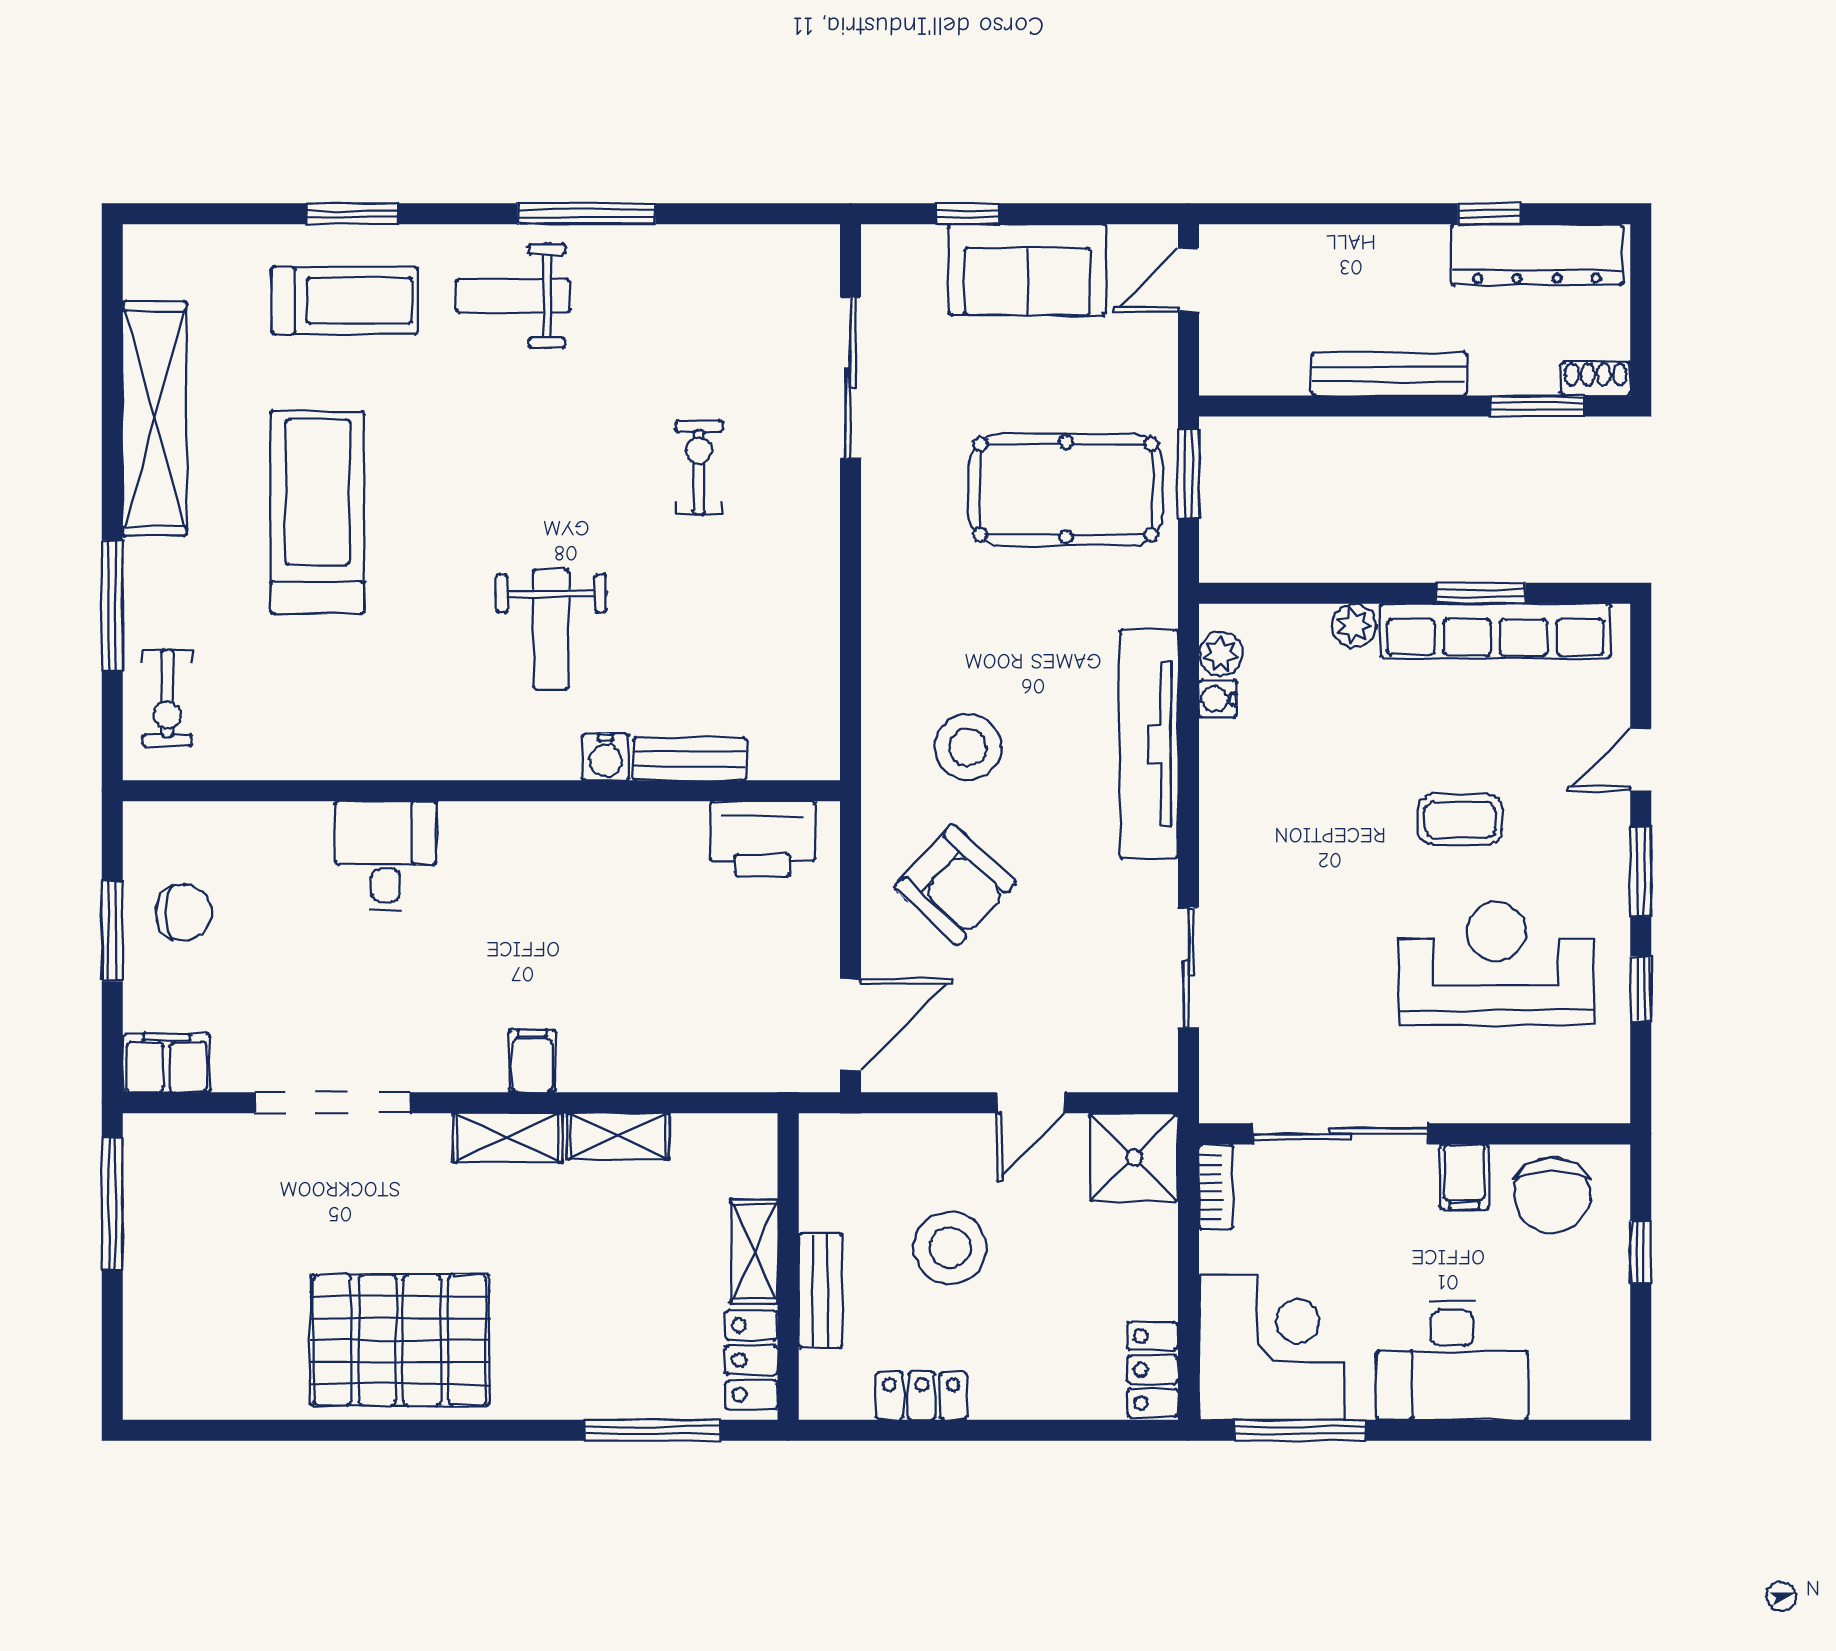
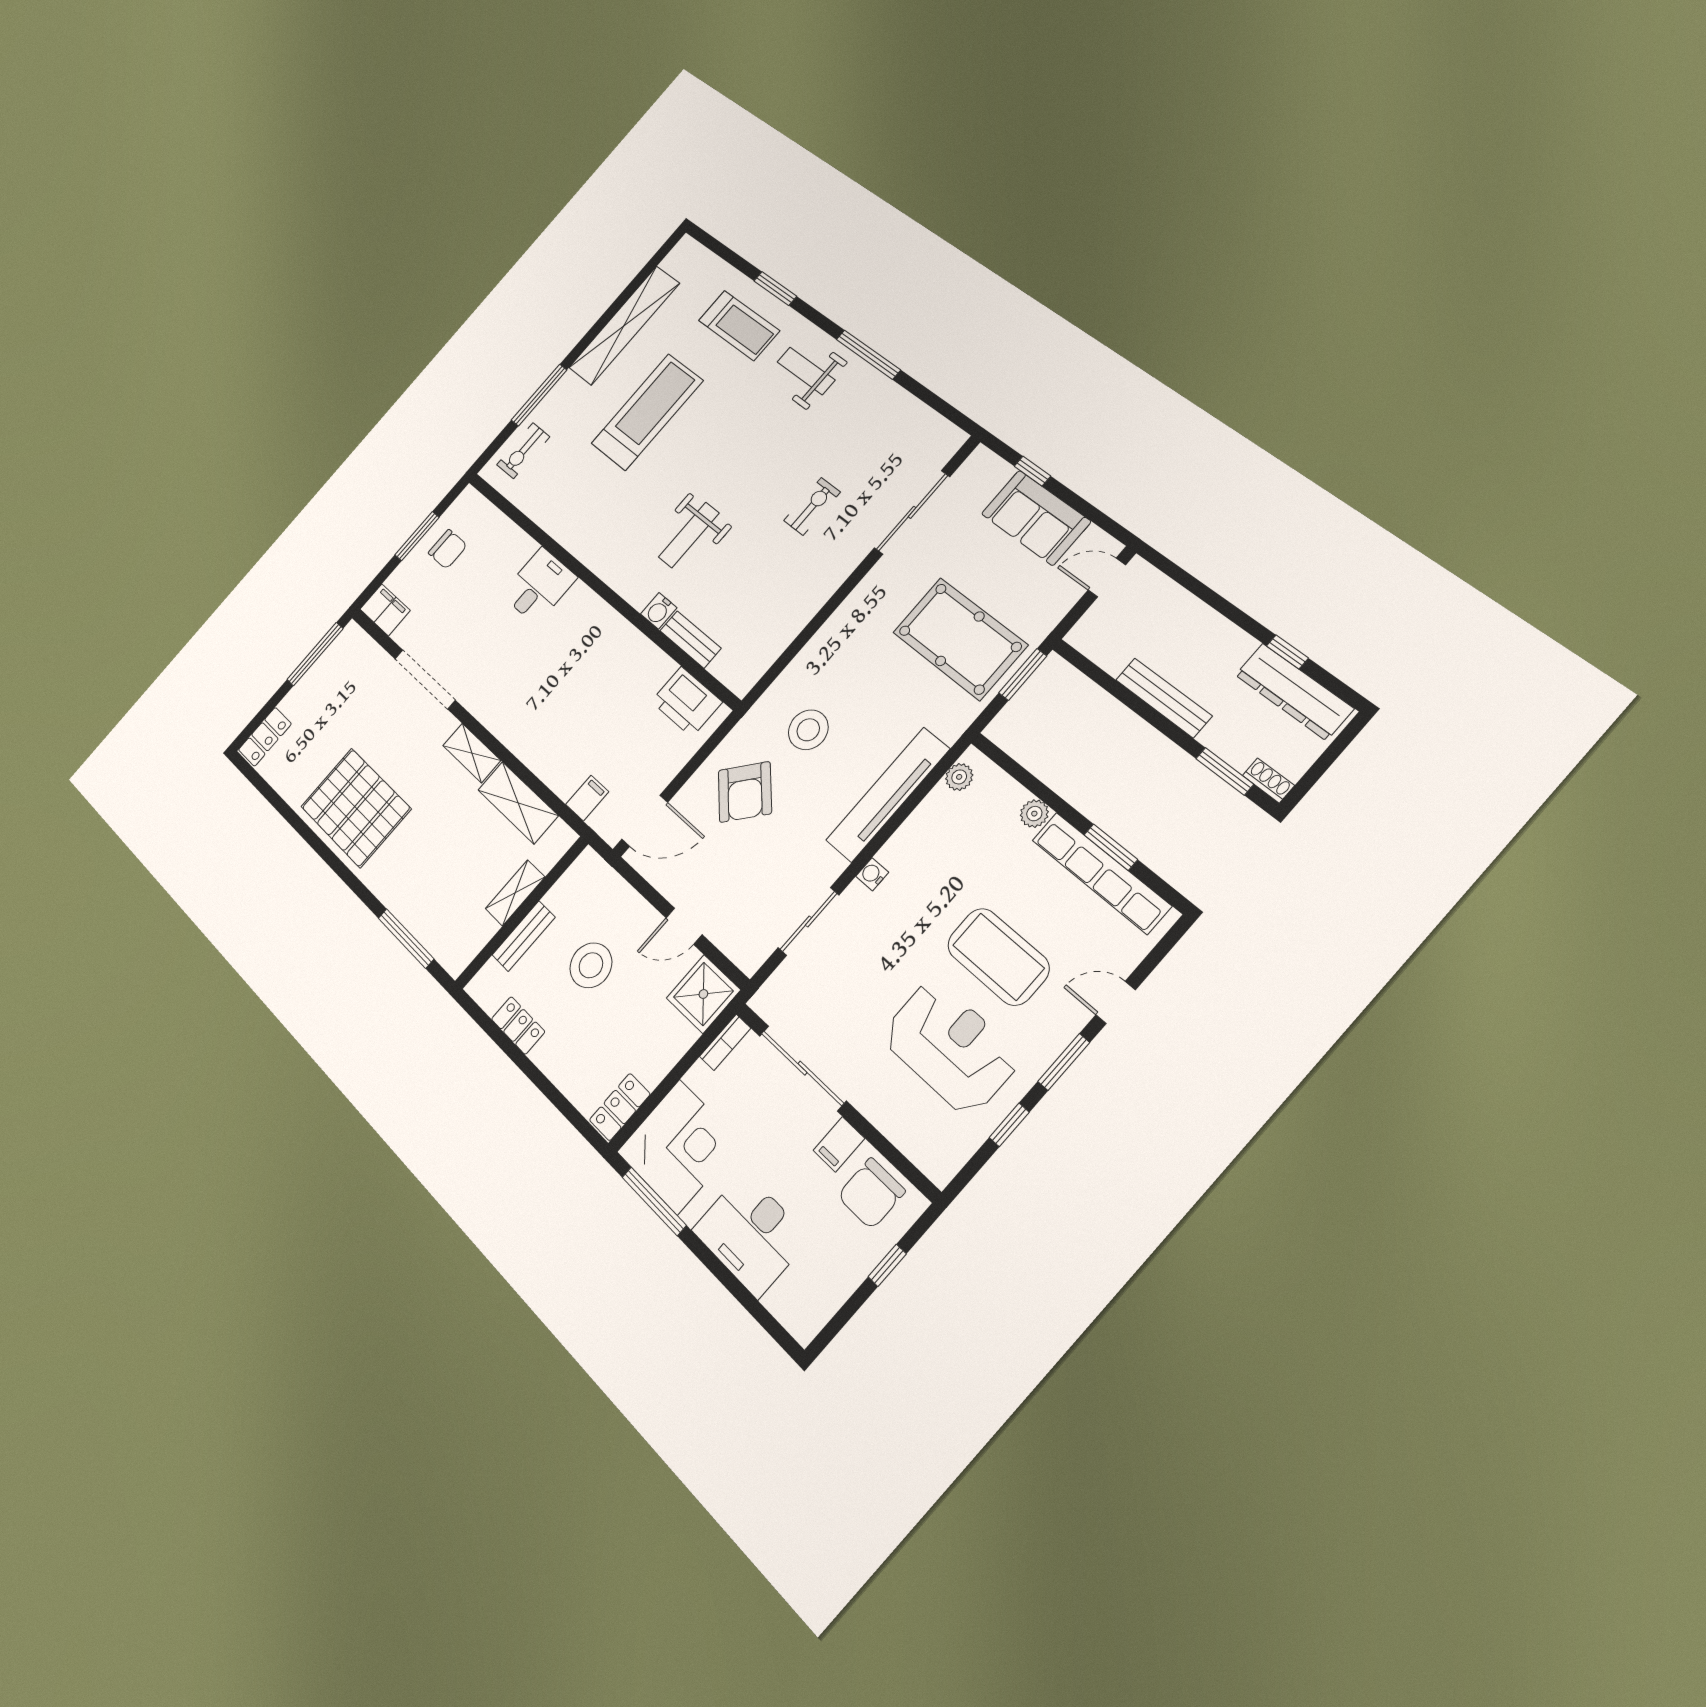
water cooler: (1218, 699) -> (872, 874), moved
coffee table: (1460, 820) -> (998, 957), width x1.86, depth x1.72
filing cabinet: (532, 1061) -> (587, 798), moved
shelving: (618, 1136) -> (518, 803), width x1.50, depth x1.33
locker: (751, 1360) -> (265, 737), moved, turned 180

